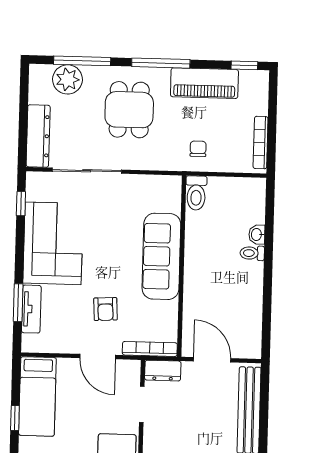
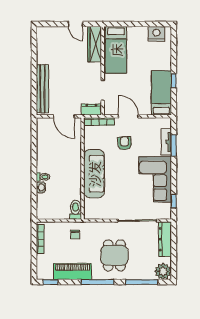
plant: (68, 79) -> (163, 271), moved

